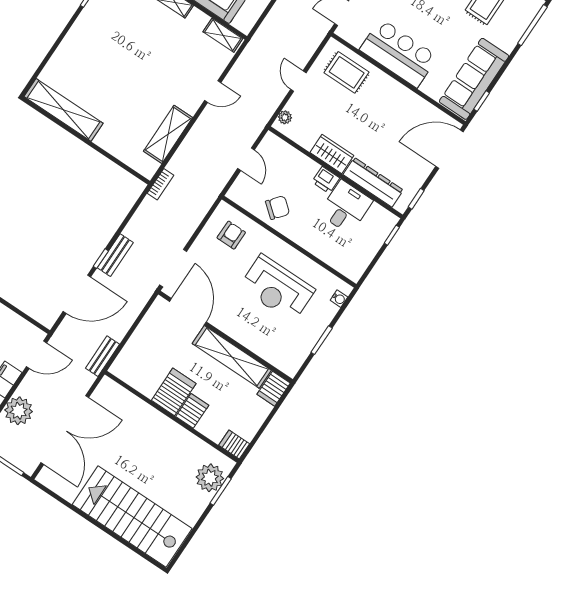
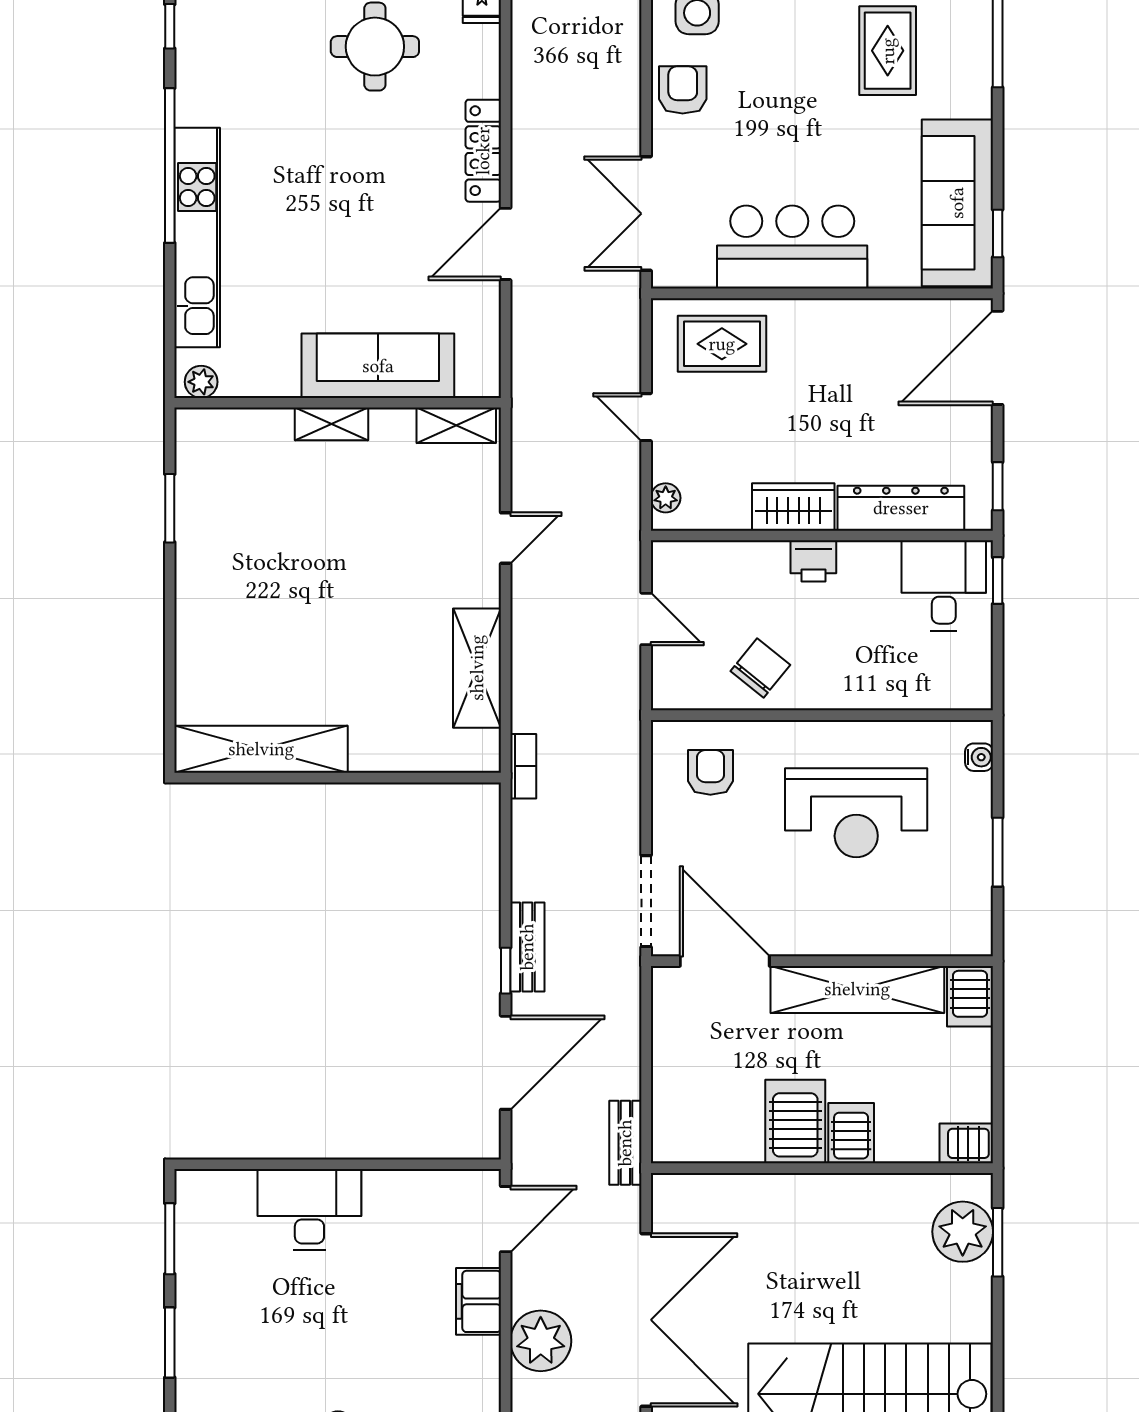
desk: (346, 207) -> (944, 586), moved

